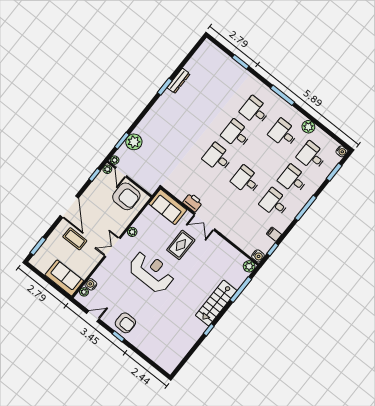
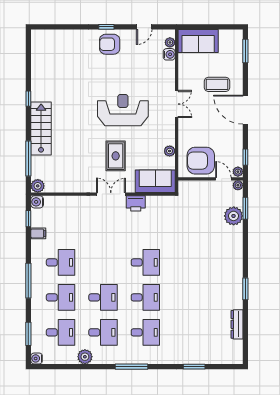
dresser: (179, 81) -> (237, 324), moved
desk: (246, 180) -> (103, 297), moved
plant: (132, 232) -> (170, 151), moved
reception desk: (152, 272) -> (123, 110), turned 180

